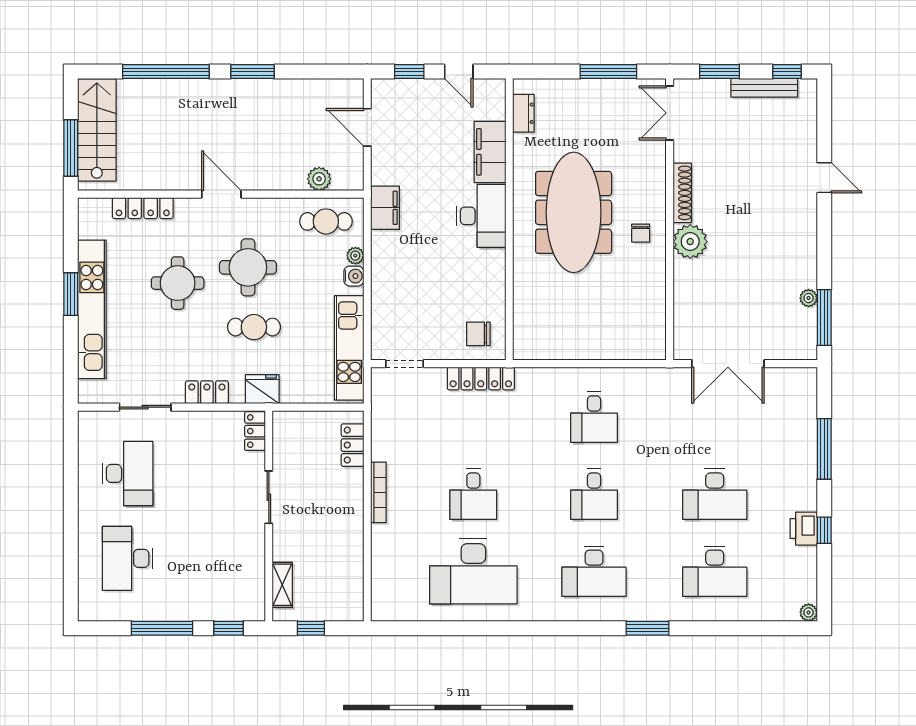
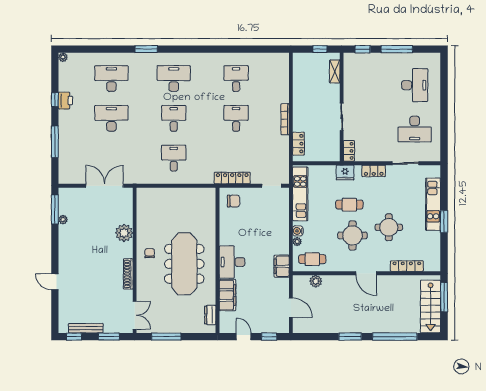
plant: (690, 242) -> (124, 233), moved
kitchen unit: (92, 309) -> (433, 204), width x0.73
desk: (128, 473) -> (415, 129), turned -90
desk: (473, 571) -> (236, 79), width x0.53, depth x0.77

